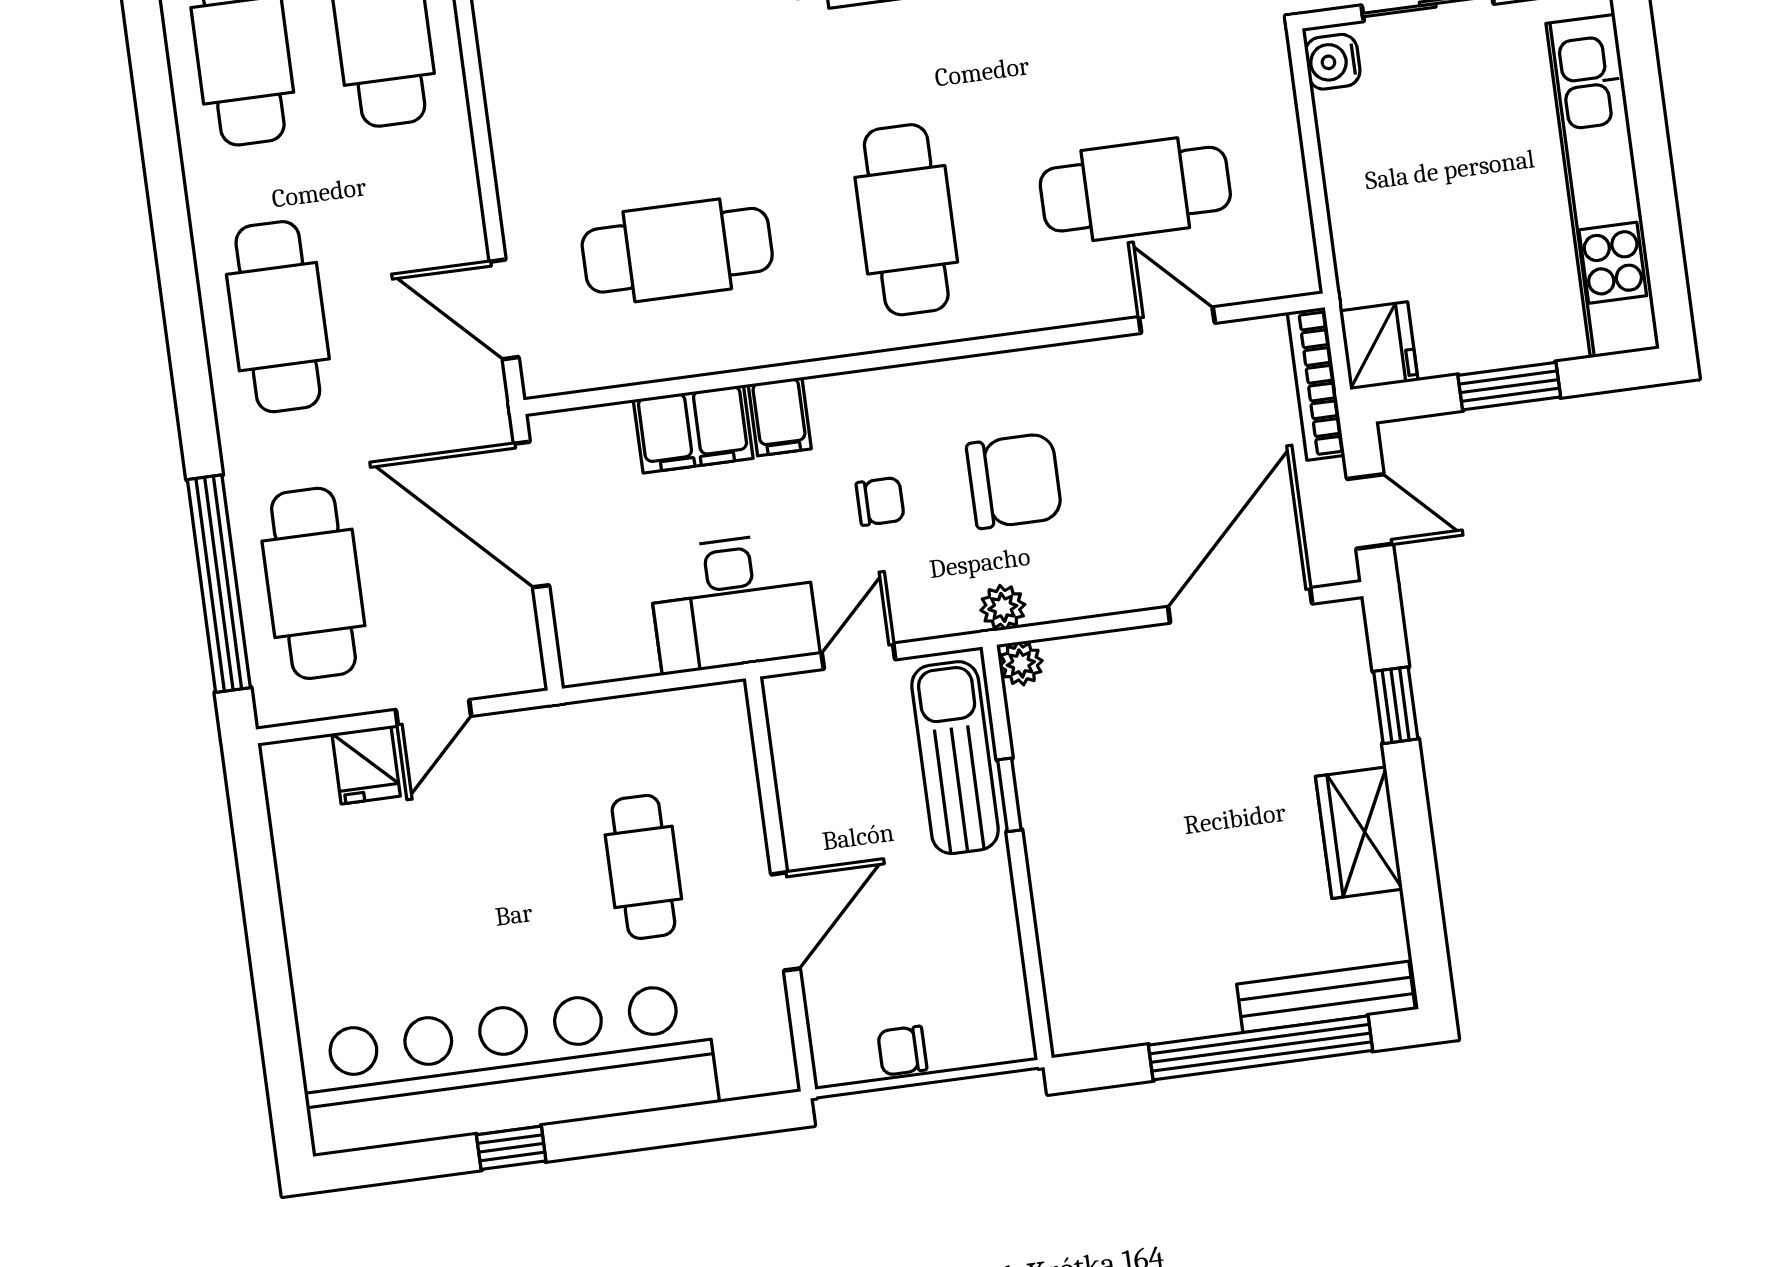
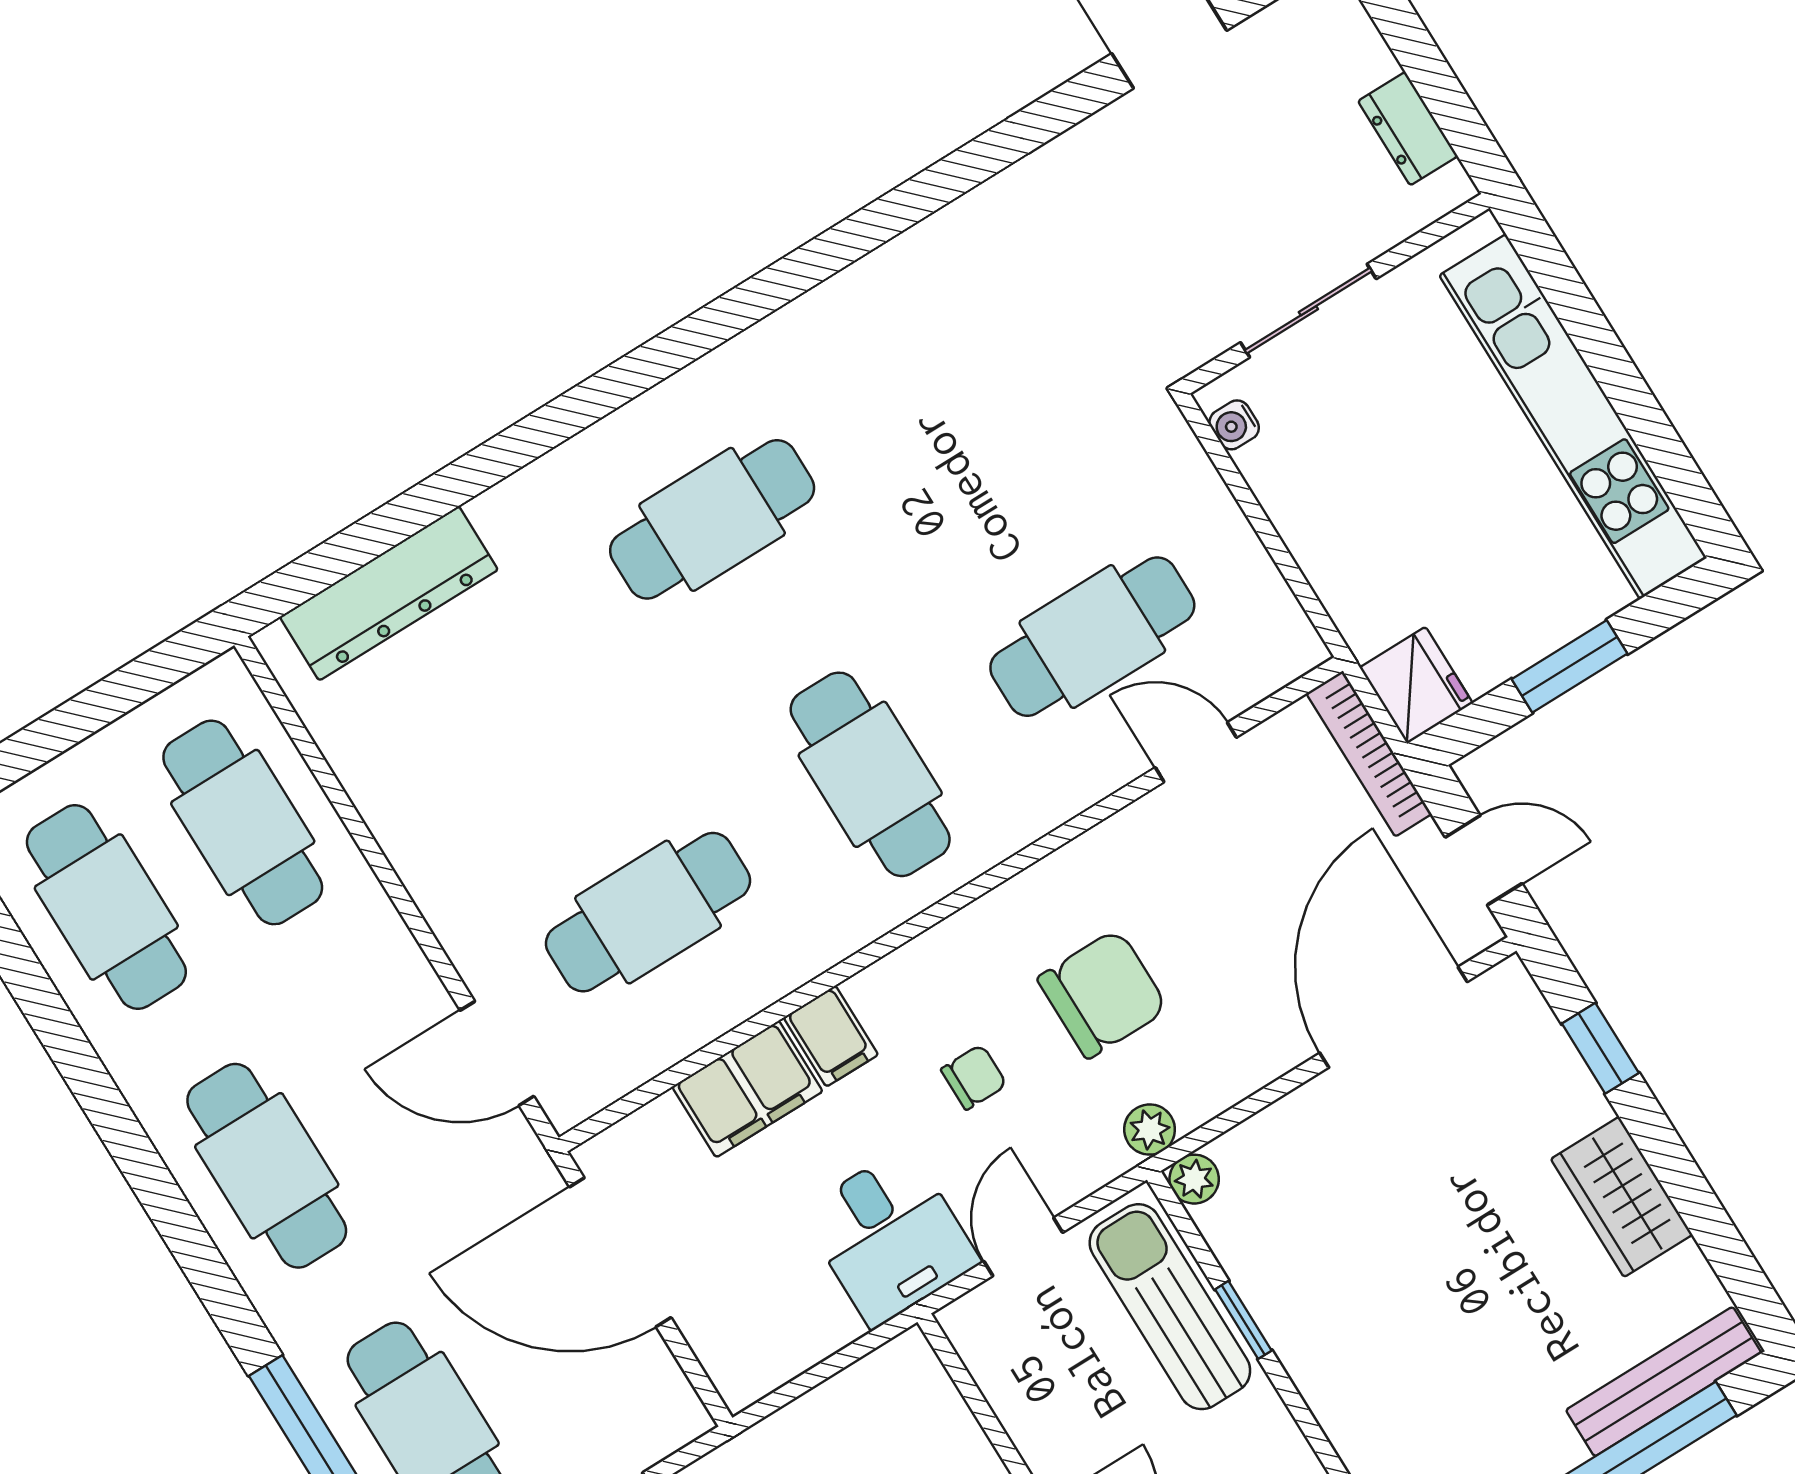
water cooler: (1333, 62) -> (1234, 425), width x0.72, depth x0.72
desk: (733, 603) -> (890, 1237), width x0.73

